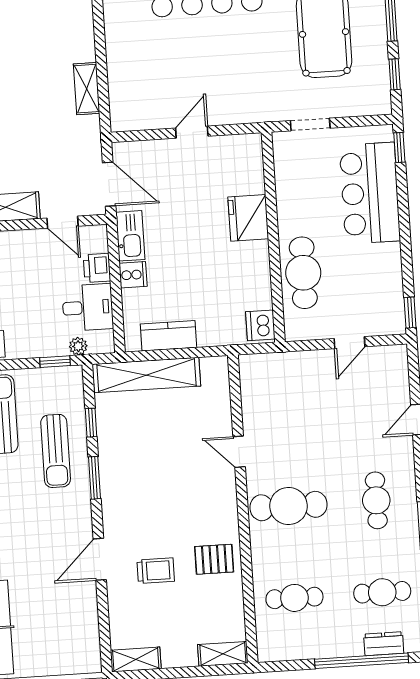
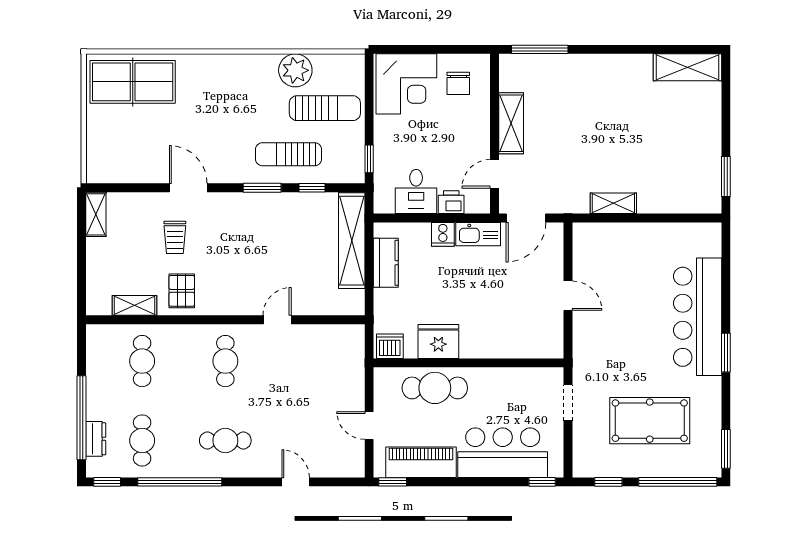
fridge: (248, 218) -> (438, 342), moved
piano: (386, 283) -> (421, 462), added
plant: (78, 346) -> (382, 181), removed
cafe table: (289, 506) -> (225, 361), width x0.73, depth x0.74
shelving: (223, 654) -> (135, 305), moved, turned 90

